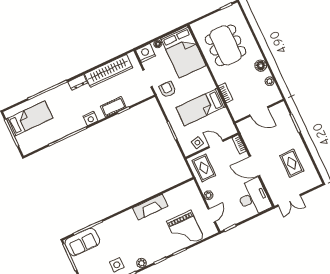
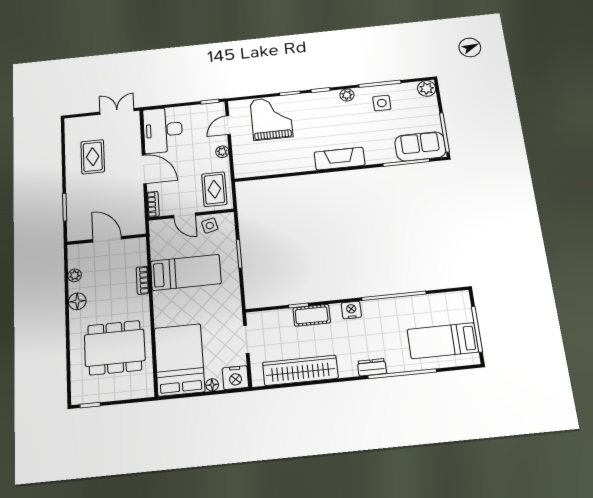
dining table: (226, 45) -> (115, 348), turned 90
dresser: (78, 82) -> (372, 367), moved
armchair: (167, 89) -> (224, 313), removed
fireplace: (150, 207) -> (340, 159), moved

